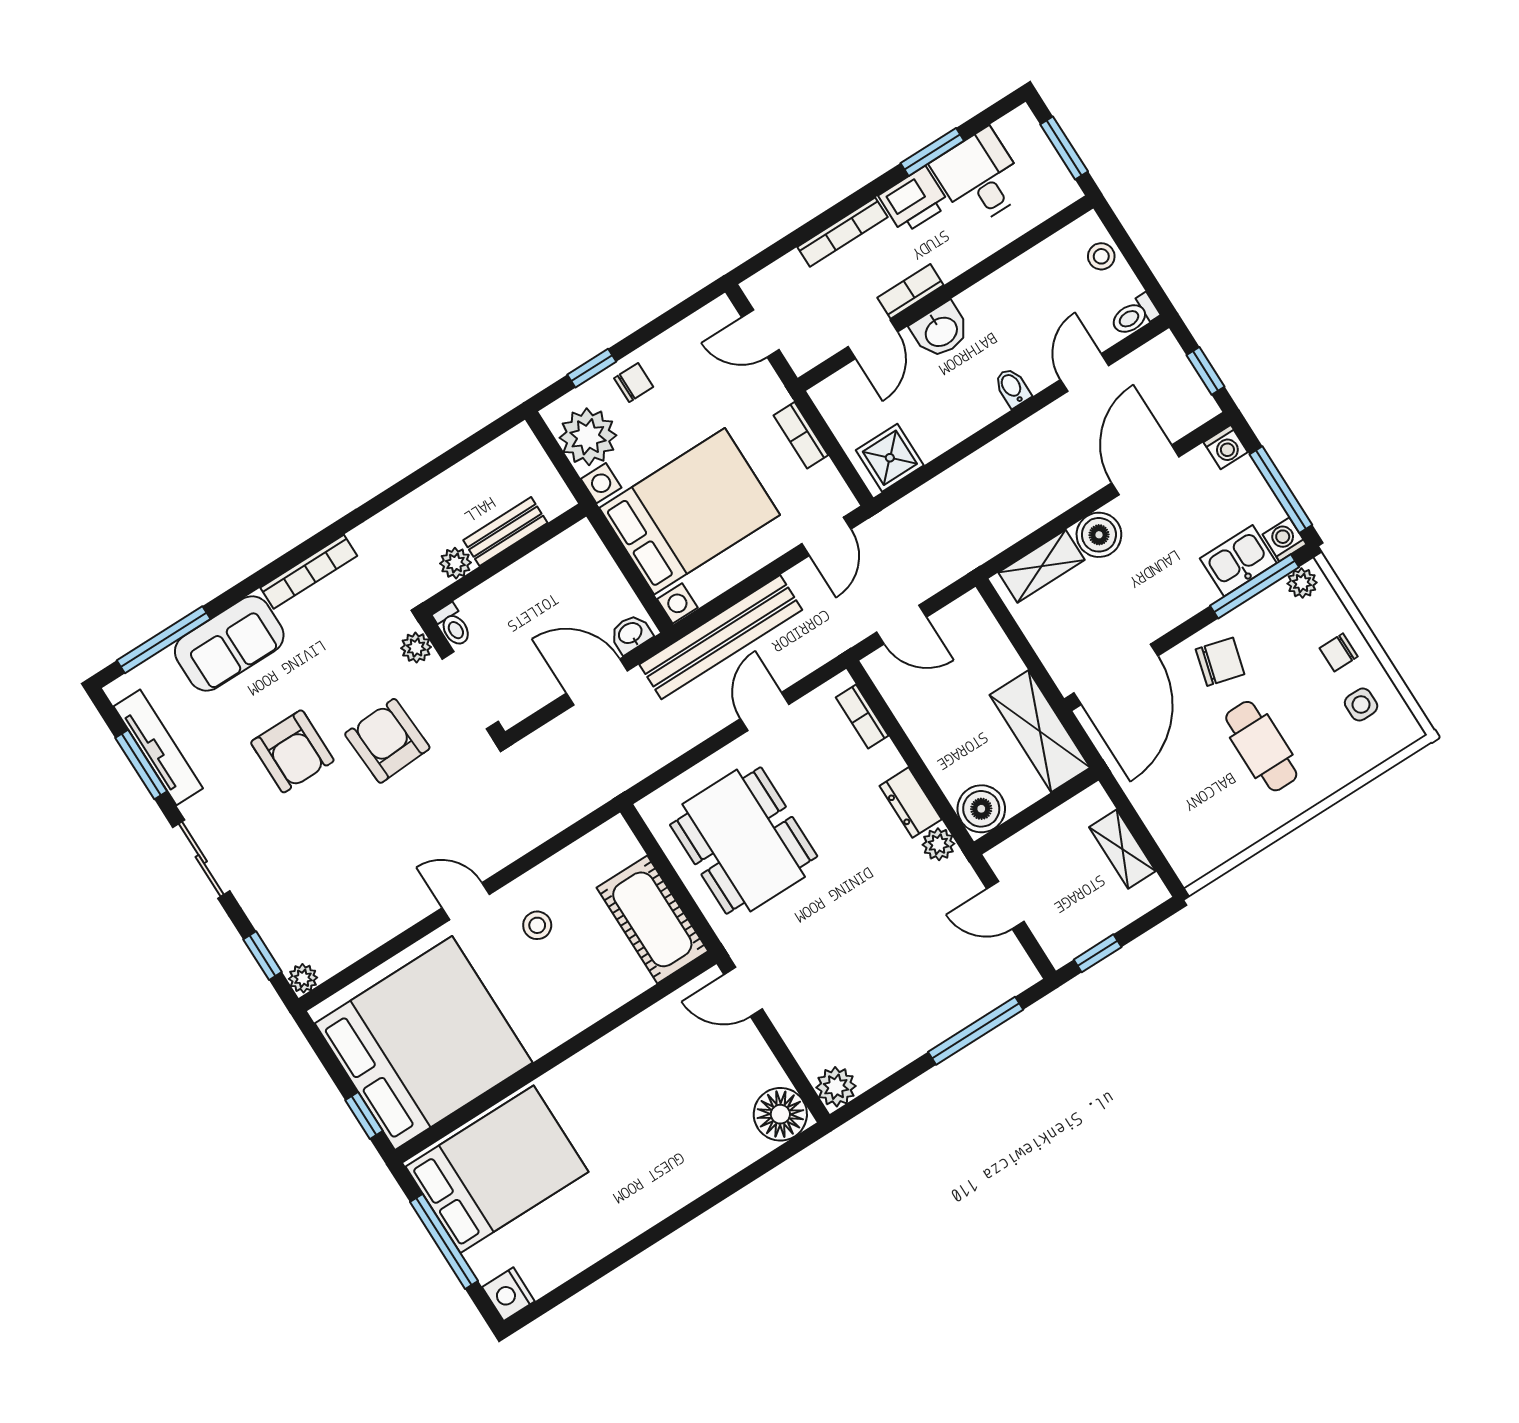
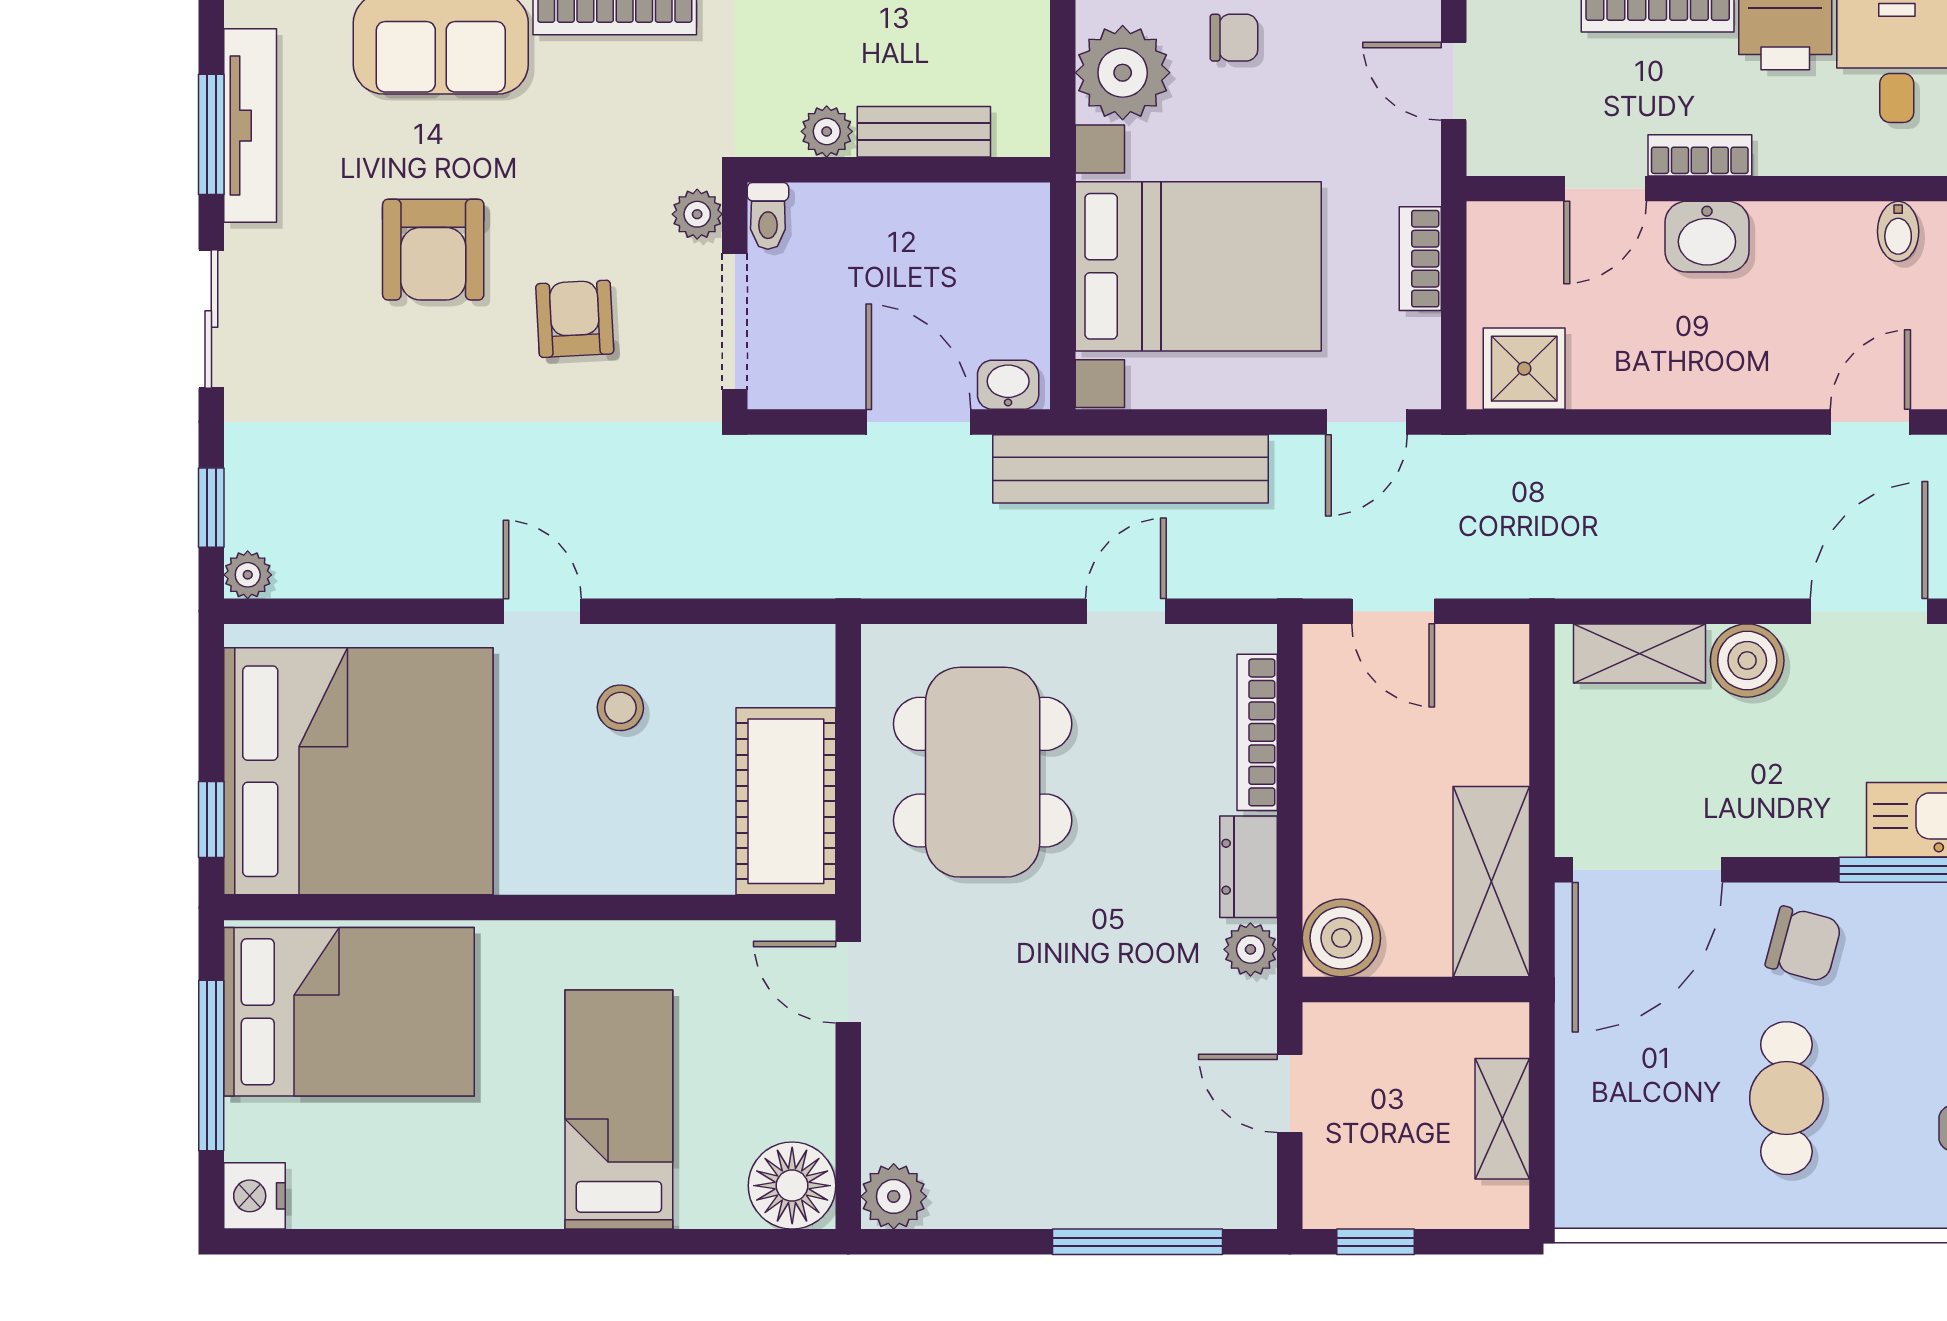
bidet: (1012, 388) -> (1898, 231), moved, turned 180
bookcase: (862, 716) -> (1257, 732), width x1.56
armchair: (387, 741) -> (575, 319), width x0.72, depth x0.72
bed: (667, 1132) -> (619, 1109), added

